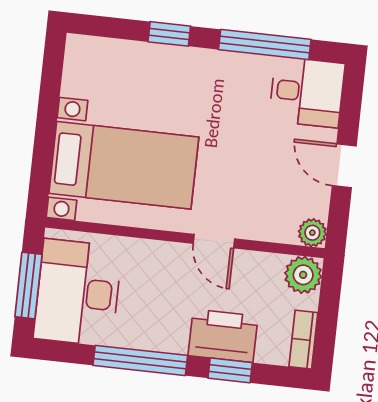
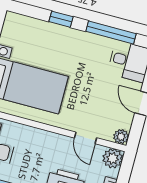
door: (214, 241) -> (85, 138), moved

